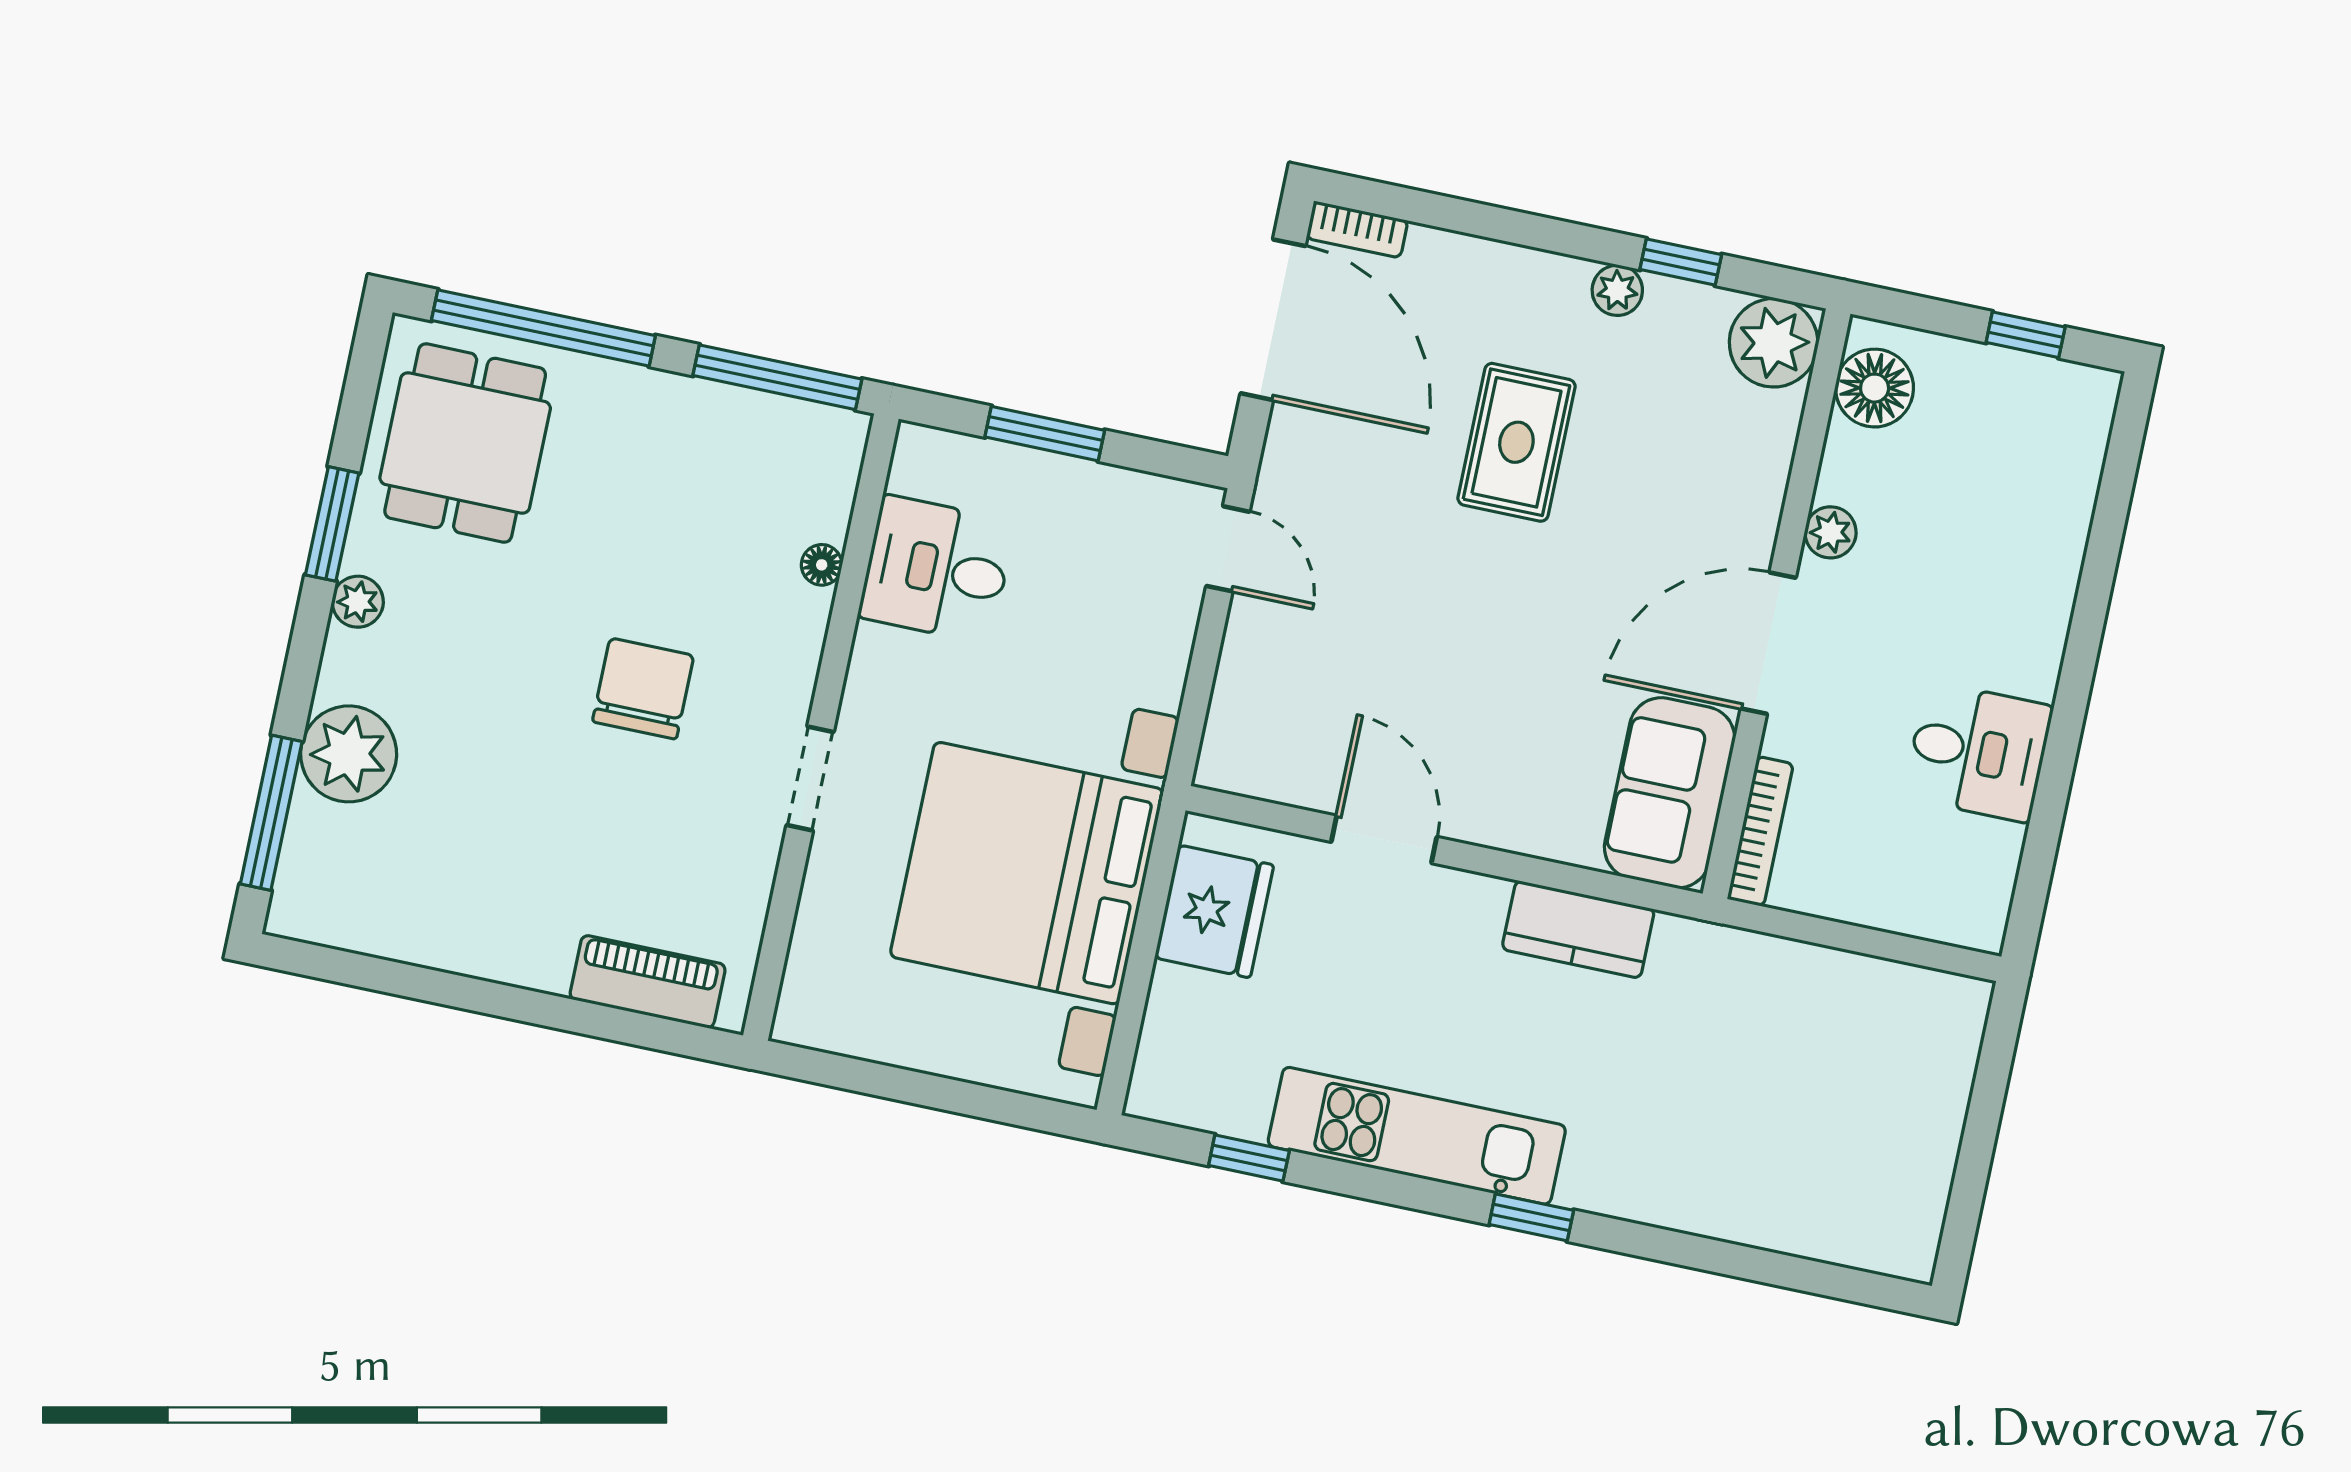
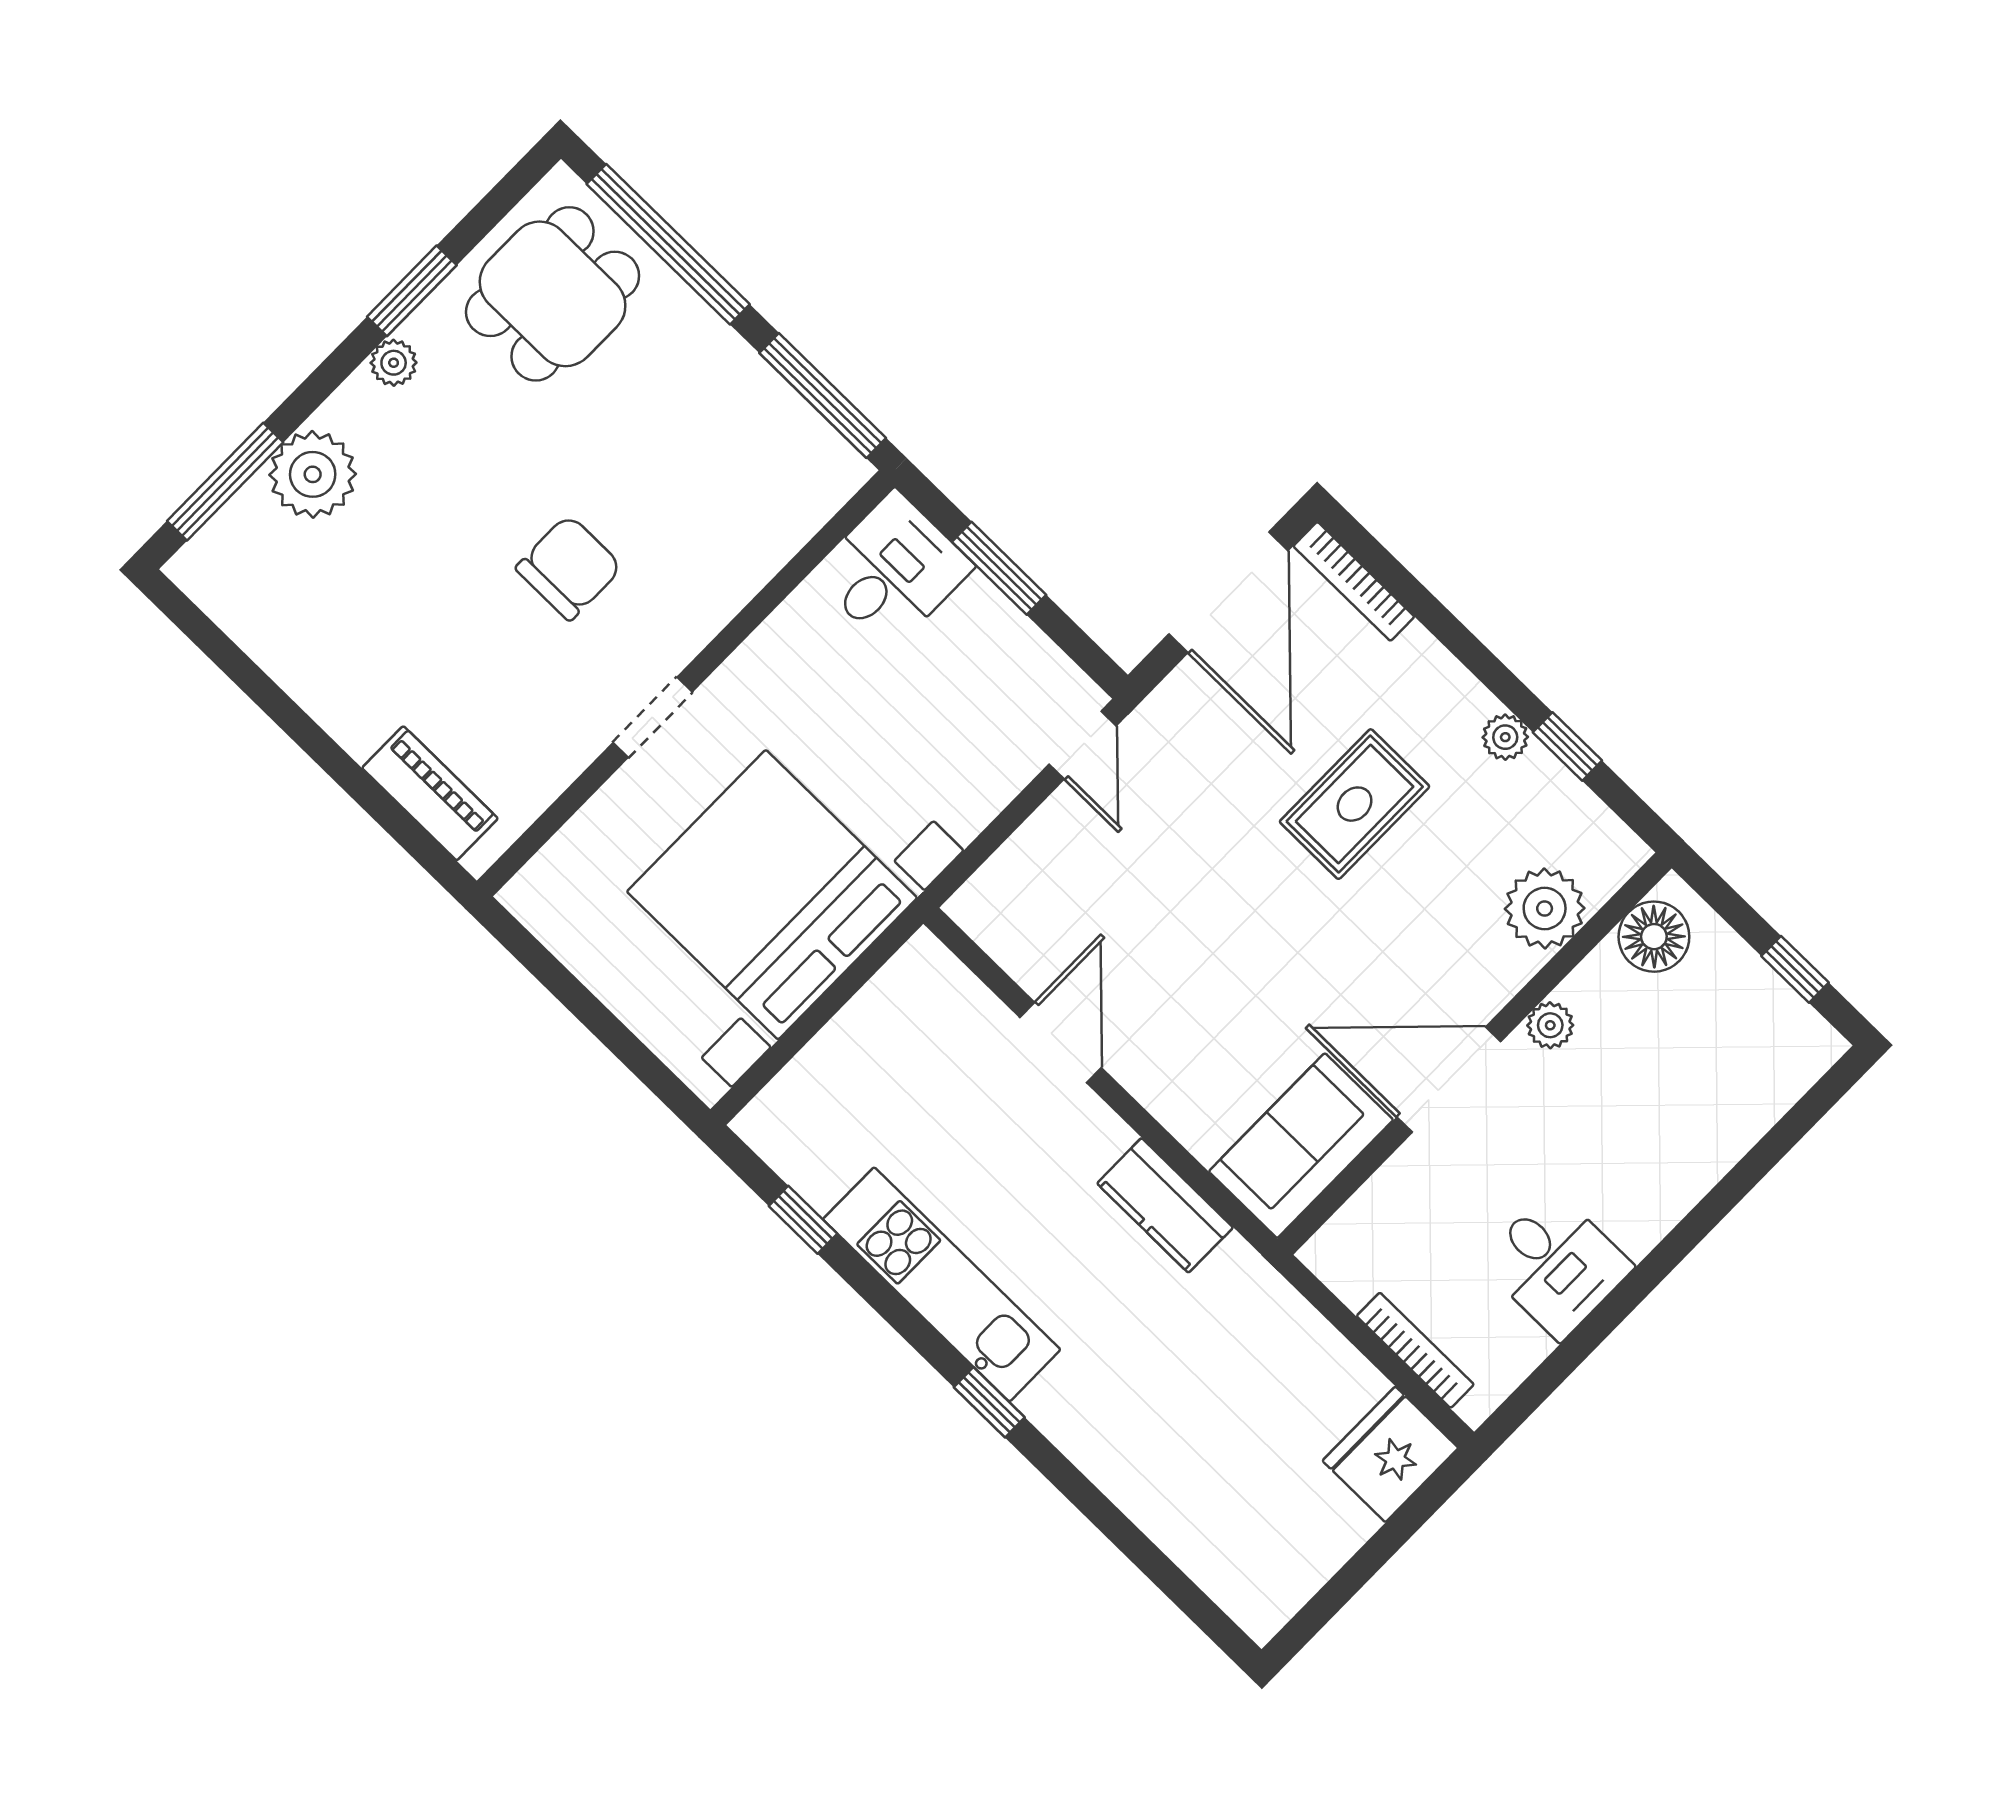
bookcase: (1357, 229) -> (1354, 581), width x1.56
plant: (1774, 343) -> (1545, 908), moved
floor lamp: (822, 565) -> (765, 560), removed
desk: (937, 569) -> (893, 570), moved, turned 90
bookcase: (1760, 831) -> (1415, 1350), moved, turned -90
fridge: (1214, 911) -> (1390, 1454), moved, turned 180

